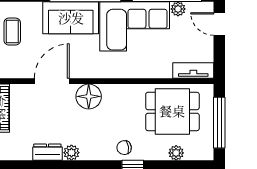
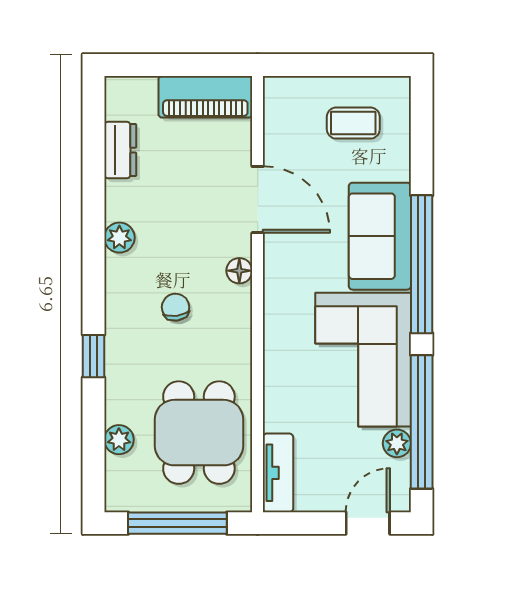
floor lamp: (89, 96) -> (239, 271), width x0.53, depth x0.53
chair: (124, 148) -> (176, 307), moved
dresser: (47, 152) -> (120, 150), moved

